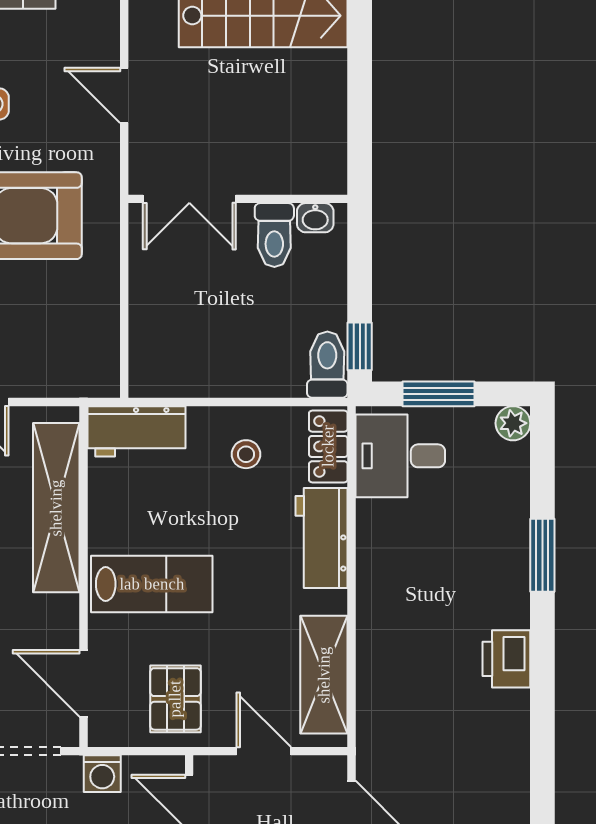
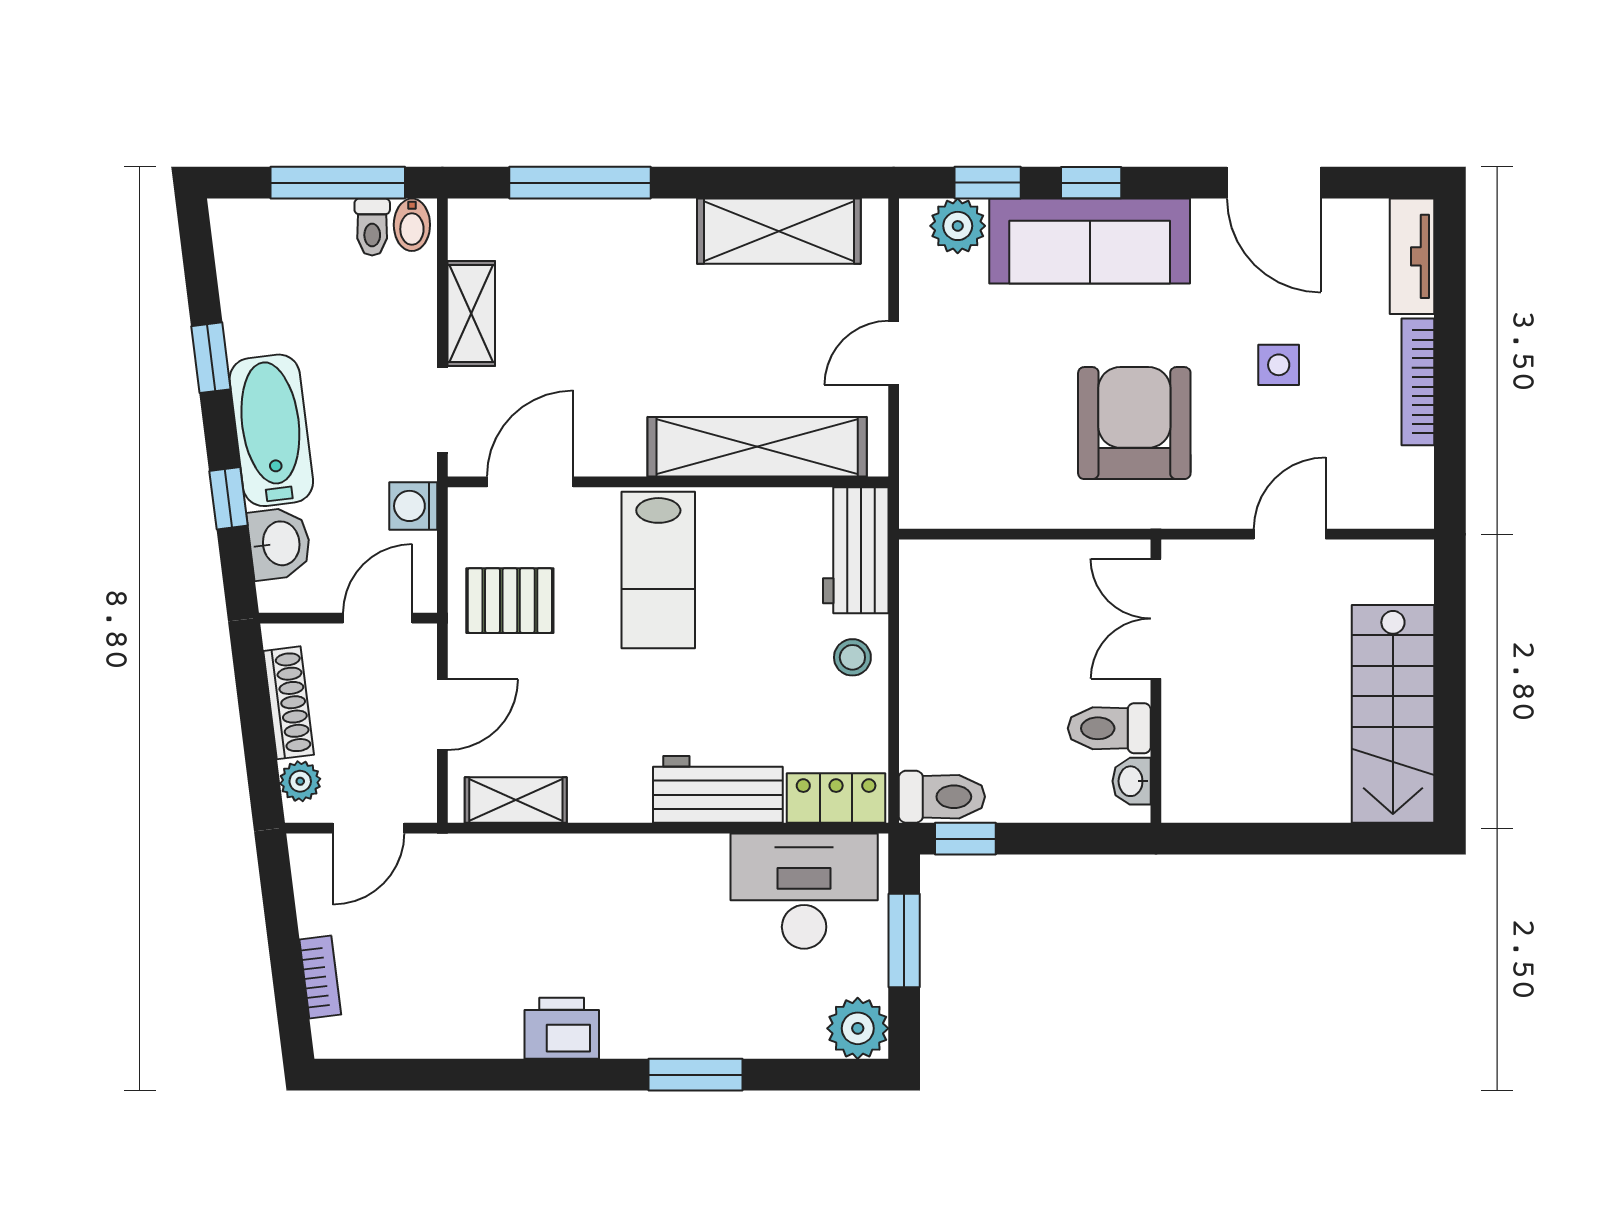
plant: (513, 423) -> (858, 1028), width x1.38, depth x1.38
stool: (246, 454) -> (852, 657), moved
desk: (400, 456) -> (804, 891), width x1.37
shelving: (324, 675) -> (516, 800), width x0.67, depth x0.75

